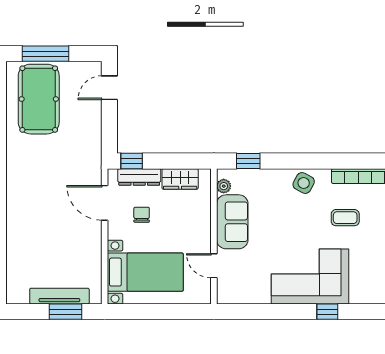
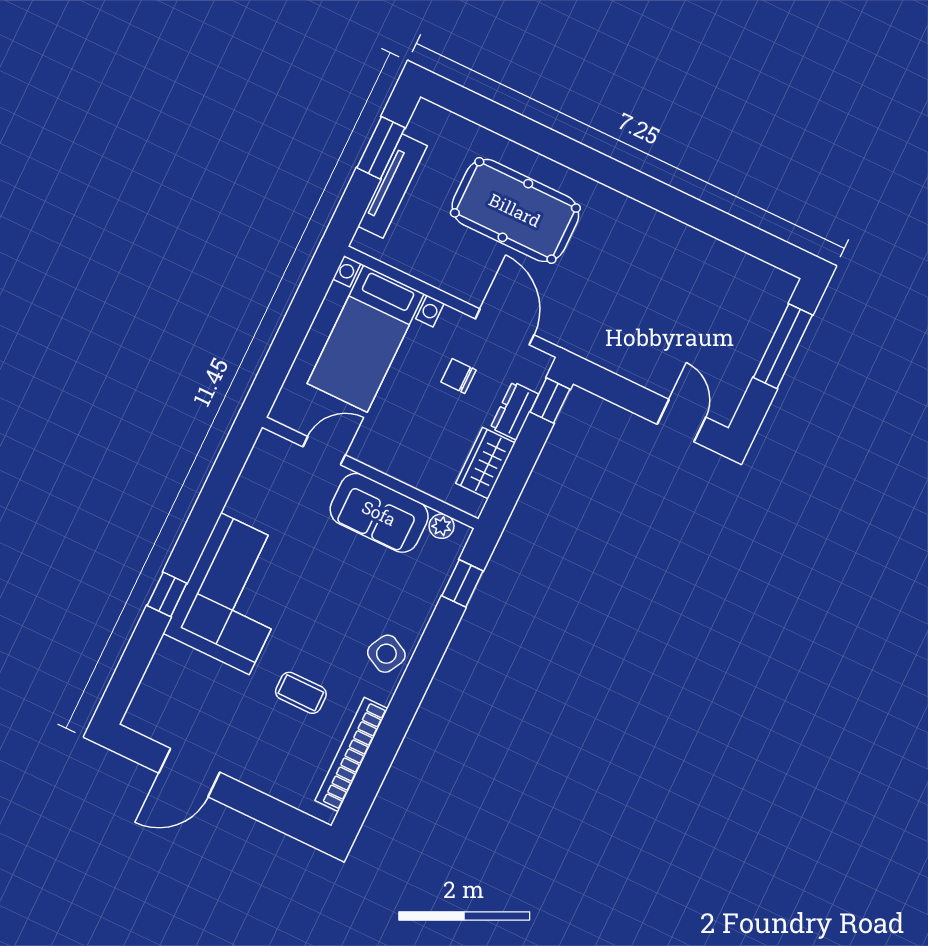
pool table: (39, 99) -> (515, 210), moved
dresser: (139, 177) -> (514, 411), width x0.70
door: (105, 203) -> (505, 327), hinge flipped
chair: (142, 215) -> (458, 376), turned 180
coffee table: (345, 218) -> (301, 693), turned 90
window: (66, 312) -> (381, 148), moved

